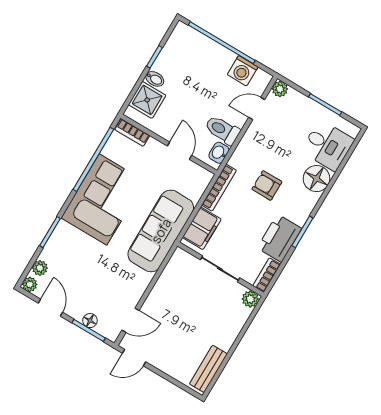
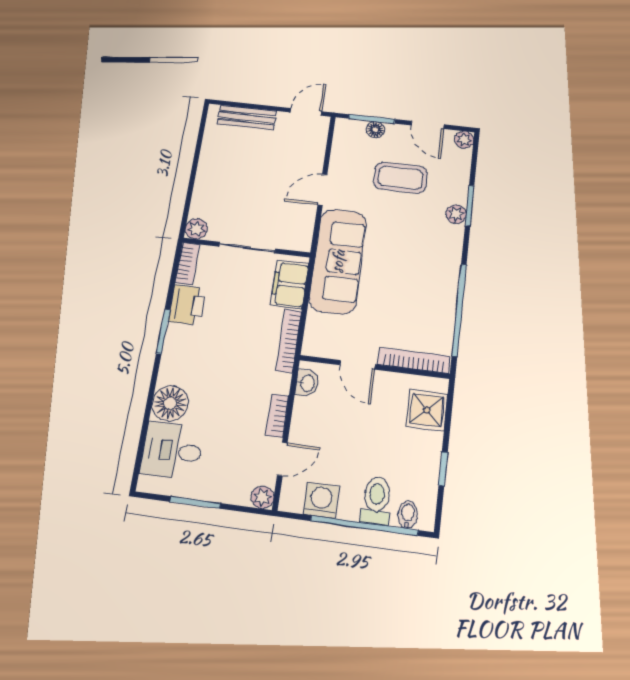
bidet: (155, 79) -> (408, 515), moved, turned 90
toilet: (222, 130) -> (376, 500), moved, turned -90
bookcase: (132, 133) -> (414, 360), width x1.56
bookcase: (248, 139) -> (277, 416), added
armchair: (267, 185) -> (230, 369), removed
corner sofa: (103, 199) -> (425, 268), removed
printer: (280, 238) -> (187, 305), width x0.73, depth x0.84
plant: (40, 268) -> (456, 214), moved
coffee table: (89, 275) -> (400, 178), added
door: (130, 320) -> (322, 190), moved
bench: (208, 369) -> (247, 118), moved, turned 90

